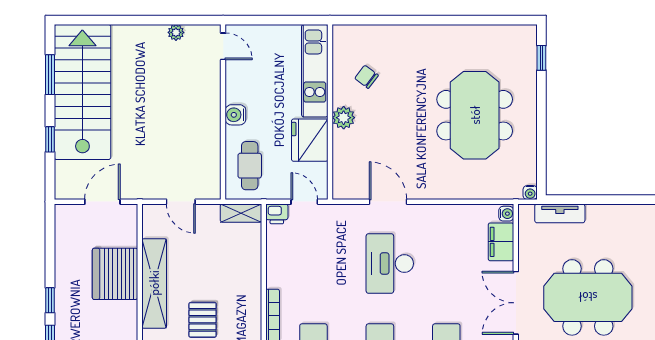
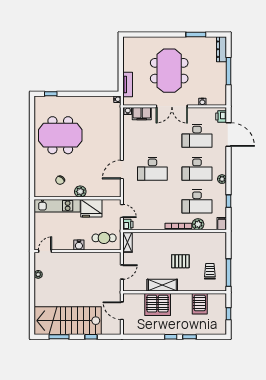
meeting table: (475, 115) -> (60, 135), moved
door: (304, 202) -> (122, 211), swing flipped
shelving: (154, 283) -> (162, 285), width x0.68

